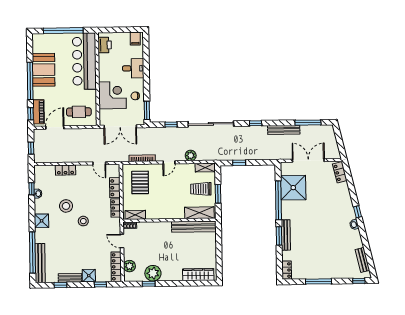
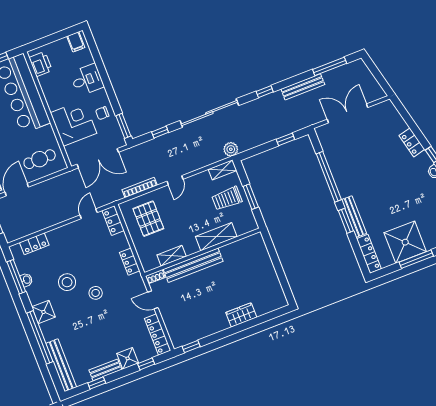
plant: (191, 155) -> (231, 149), moved
door: (99, 163) -> (89, 214), swing flipped
window: (239, 163) -> (285, 139), moved
locker: (65, 170) -> (34, 244), moved
locker: (340, 172) -> (412, 142), moved
locker: (115, 188) -> (113, 220), moved
shower: (293, 188) -> (405, 242), moved
window: (32, 189) -> (16, 277), width x2.17
shelving: (199, 213) -> (216, 237), moved
shelving: (135, 215) -> (172, 256), moved
bench: (194, 227) -> (193, 265), moved
window: (32, 252) -> (40, 337), moved
plant: (129, 266) -> (174, 328), removed
locker: (287, 270) -> (369, 254), width x1.53
plant: (153, 273) -> (206, 326), removed
wardrobe: (198, 275) -> (241, 315), moved, width x0.67
window: (149, 284) -> (191, 346), moved

